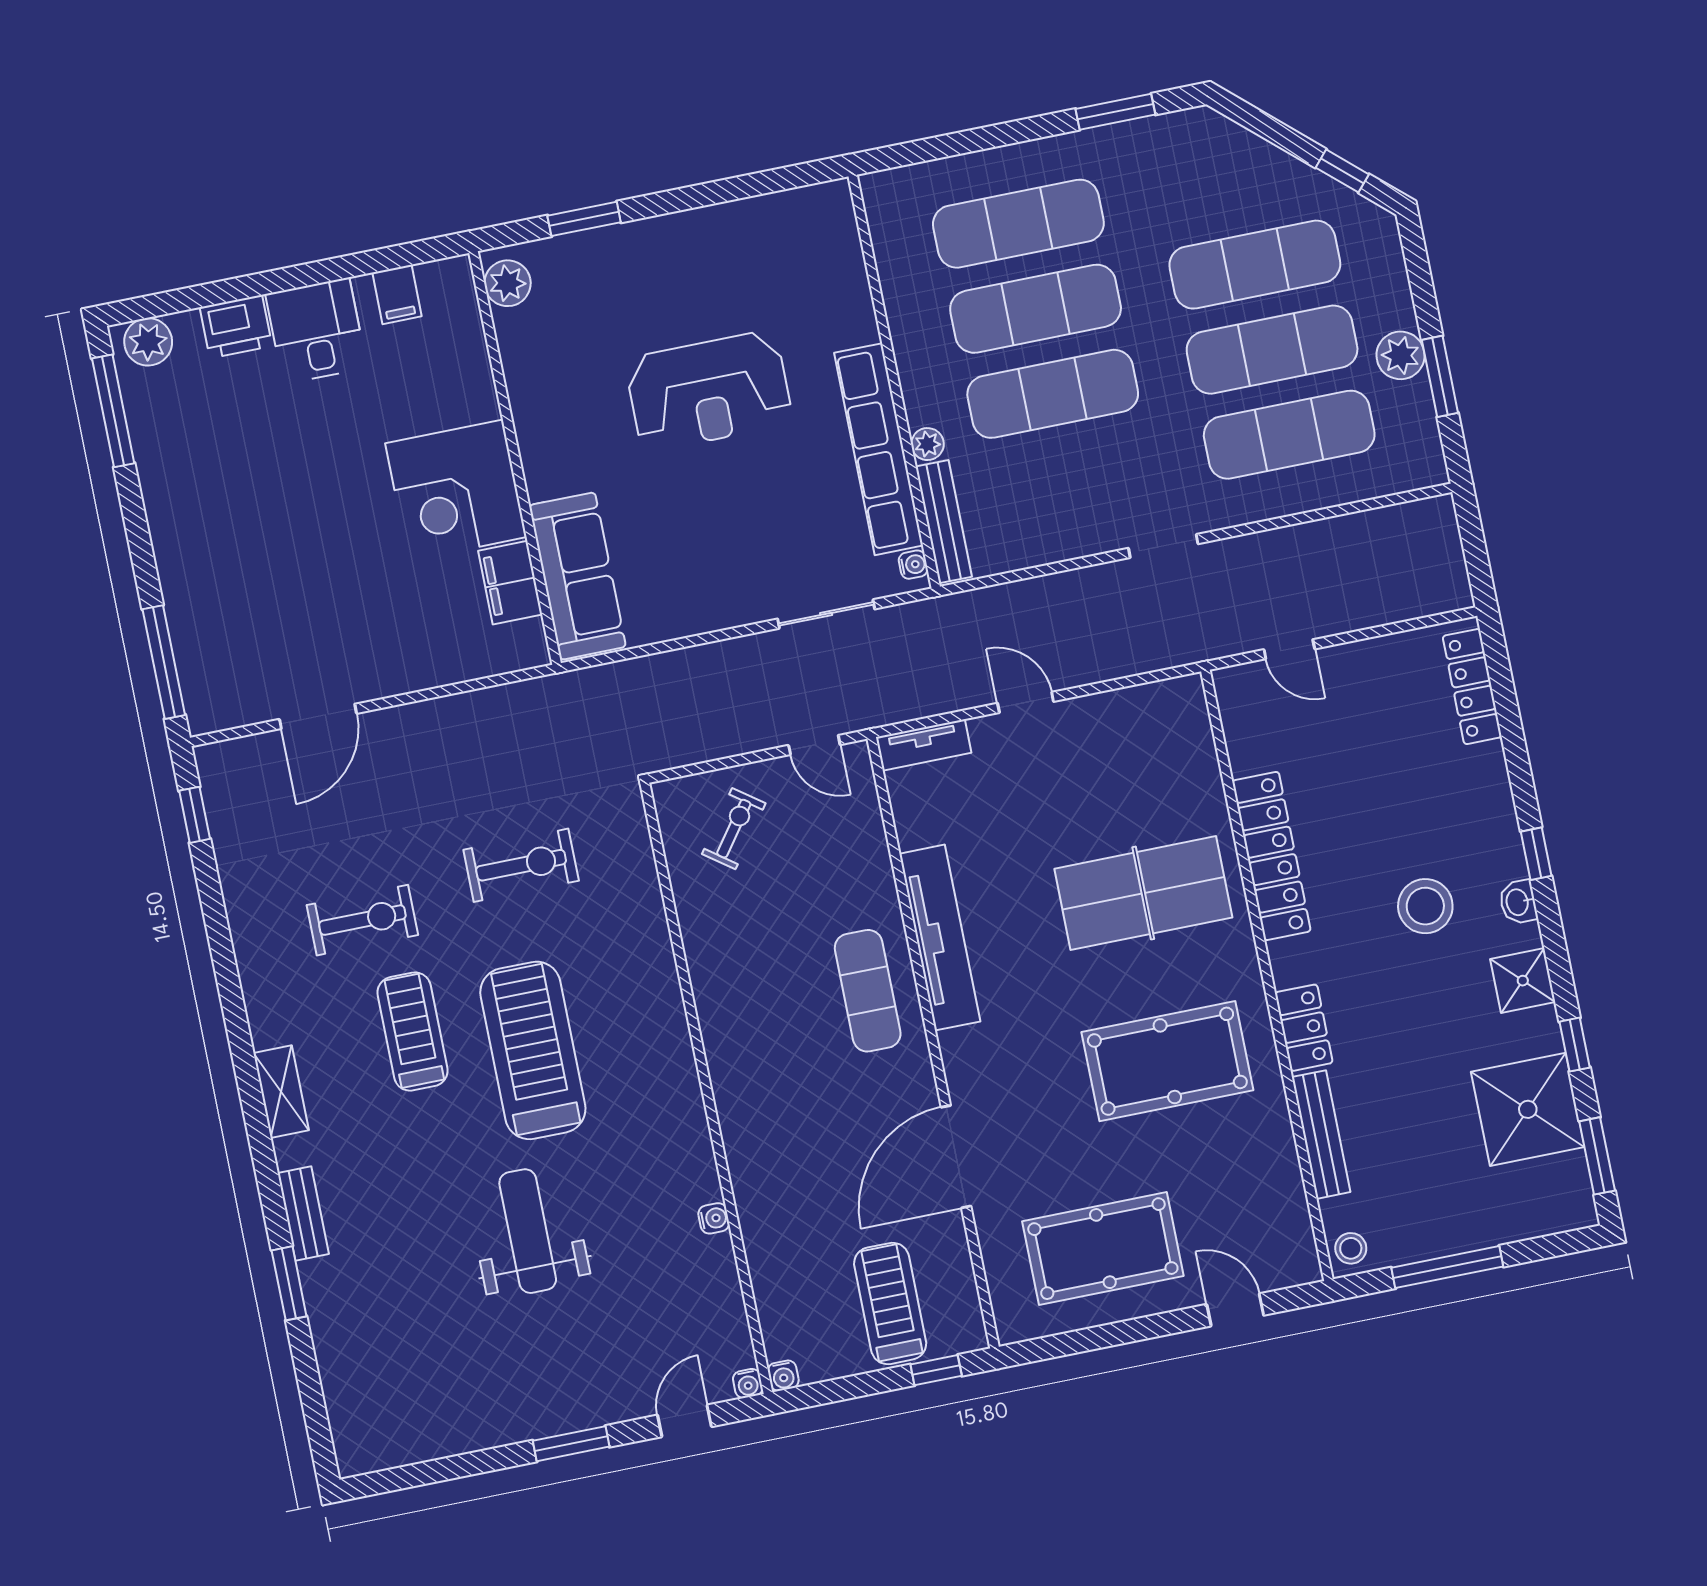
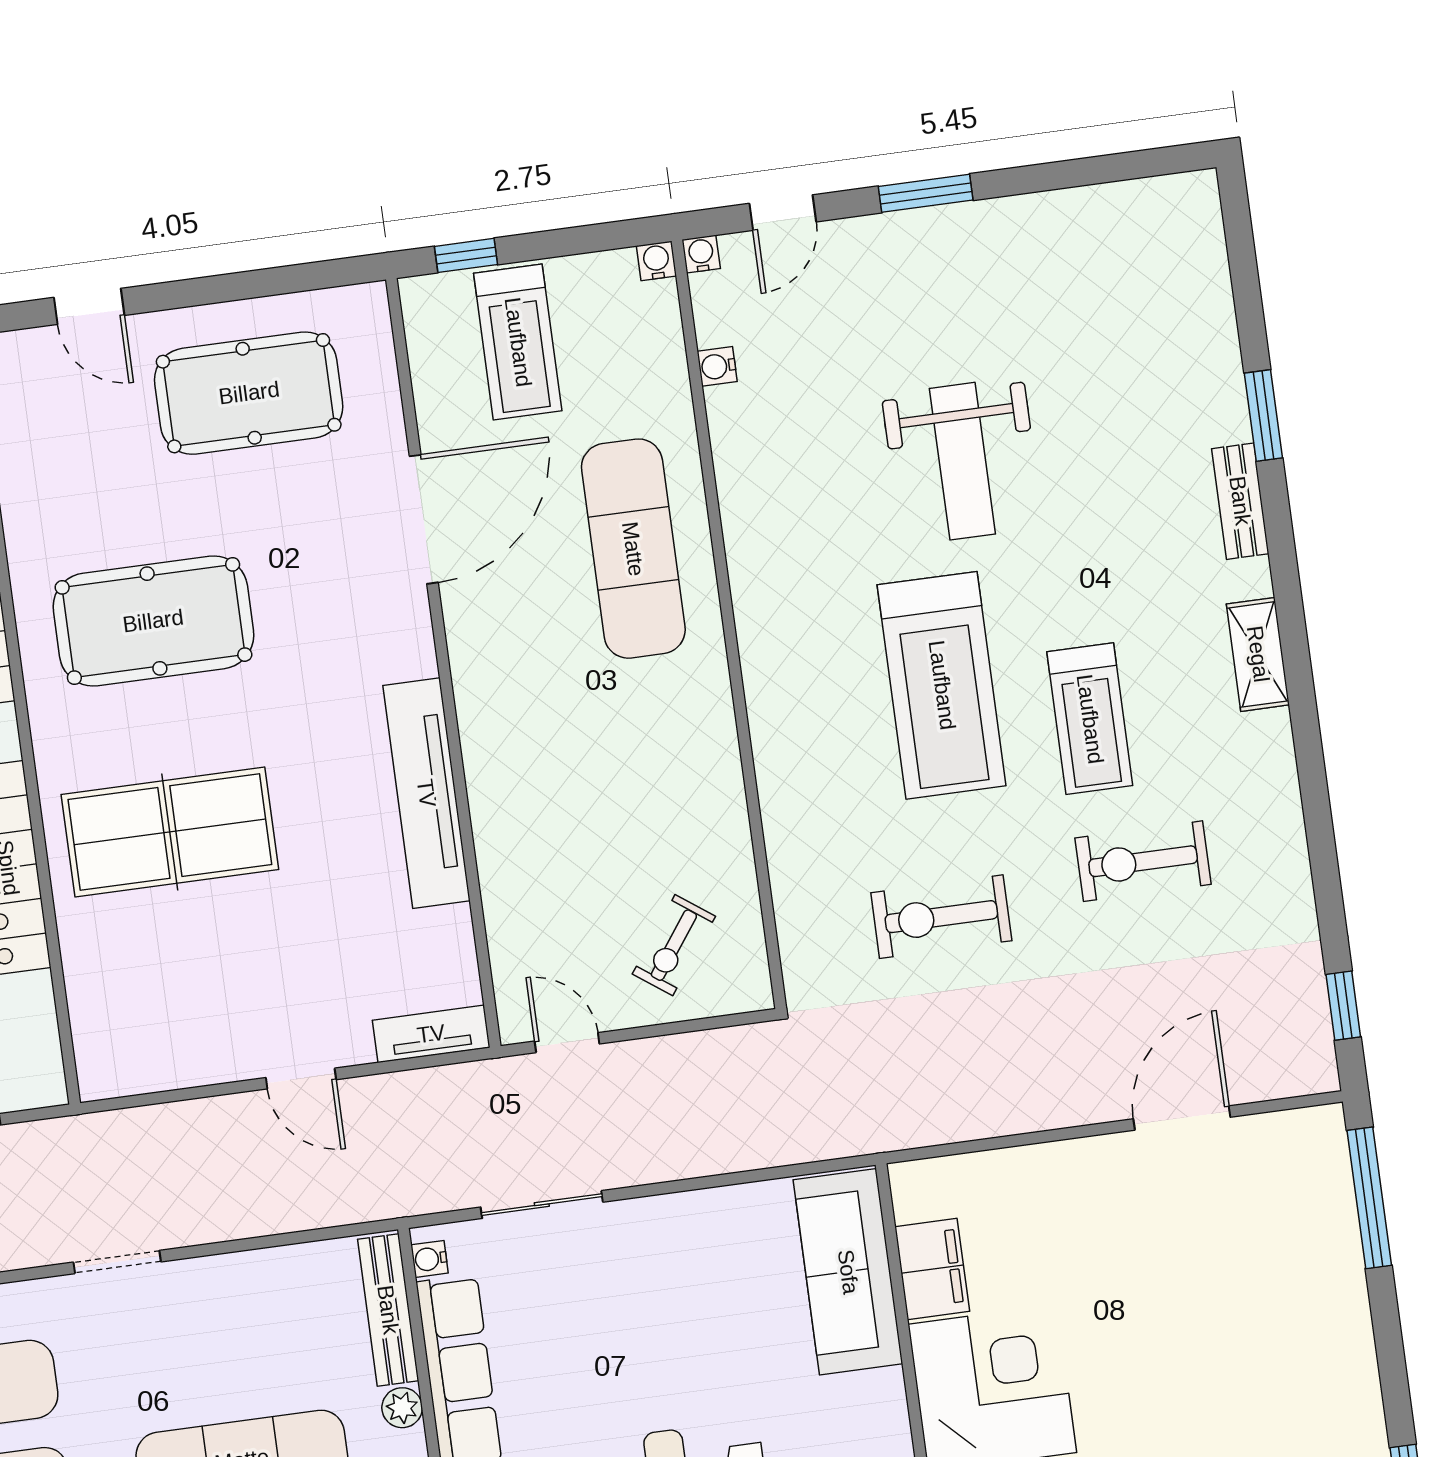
exercise mat: (868, 991) -> (633, 549), moved, width x1.36, depth x1.45
water cooler: (714, 1218) -> (717, 366), moved

